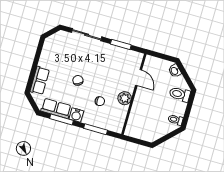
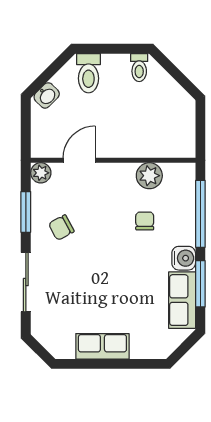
plant: (138, 57) -> (41, 173), added
chair: (78, 80) -> (61, 228), moved
row of seats: (40, 81) -> (102, 346), moved
plant: (125, 98) -> (149, 176), moved
window: (96, 129) -> (200, 214), width x1.44

